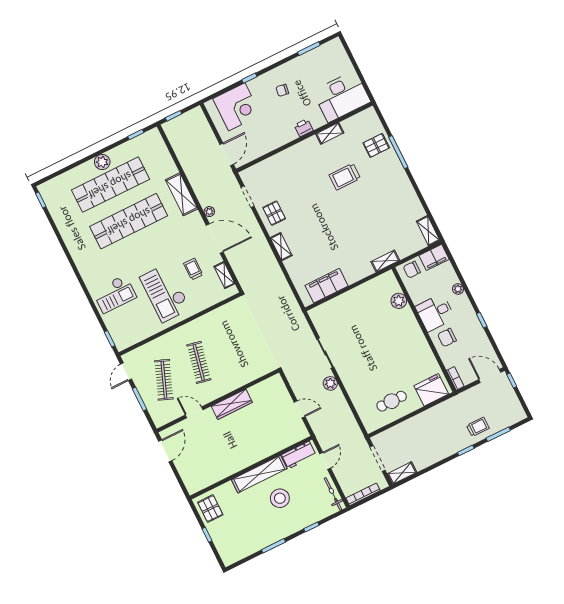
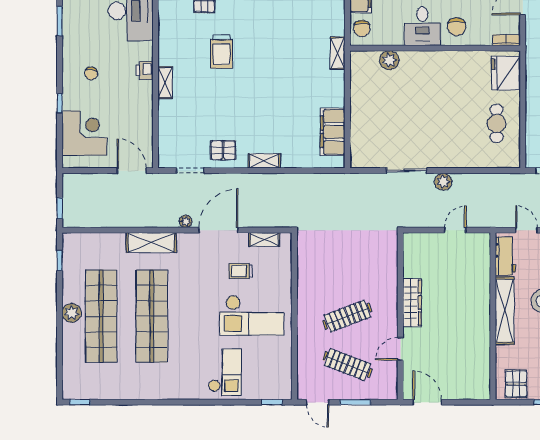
shelving: (330, 133) -> (165, 83), moved
clothes rail: (199, 362) -> (347, 316), turned -33
pallet: (210, 509) -> (516, 384), turned 90

